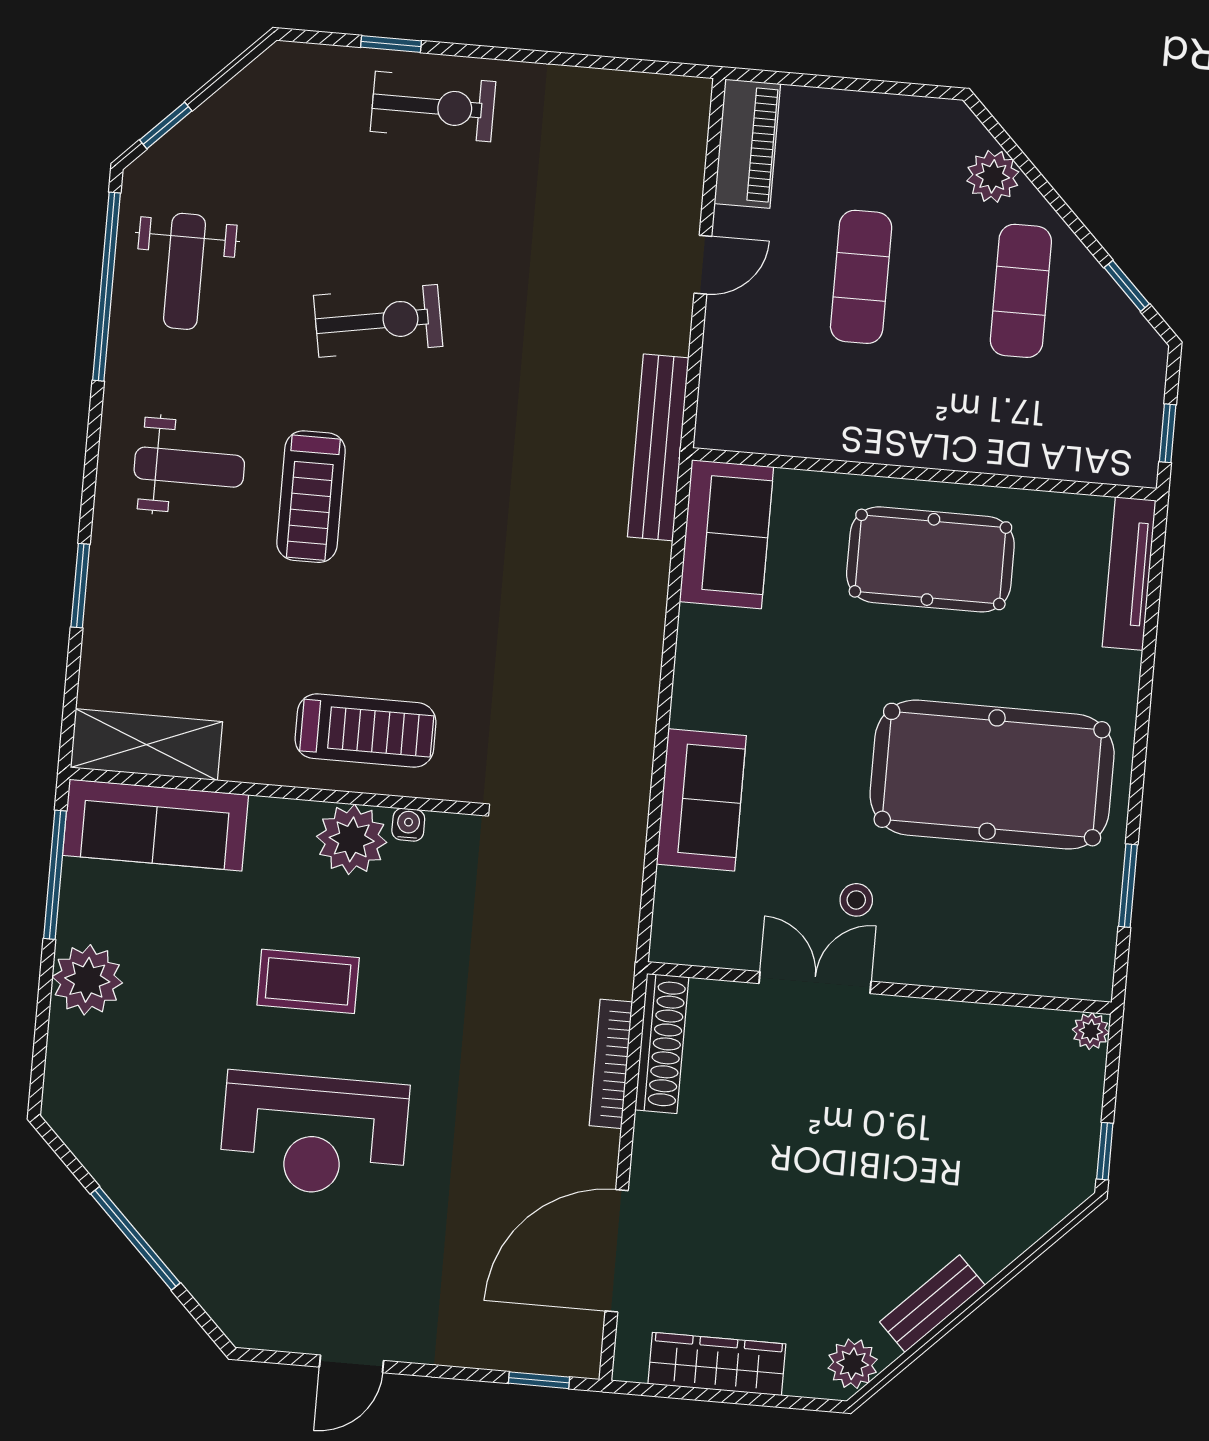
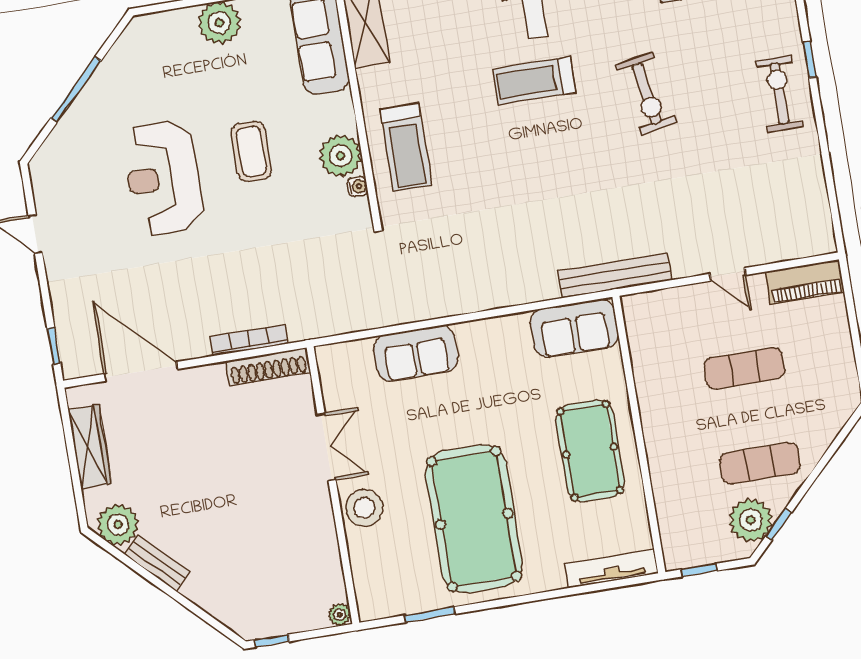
exercise bike: (433, 107) -> (779, 93), turned 180
plant: (993, 176) -> (751, 520), moved, width x1.36, depth x1.36
stool: (856, 900) -> (364, 508), moved, width x1.89, depth x1.89
plant: (853, 1364) -> (118, 524), width x1.36, depth x1.36

